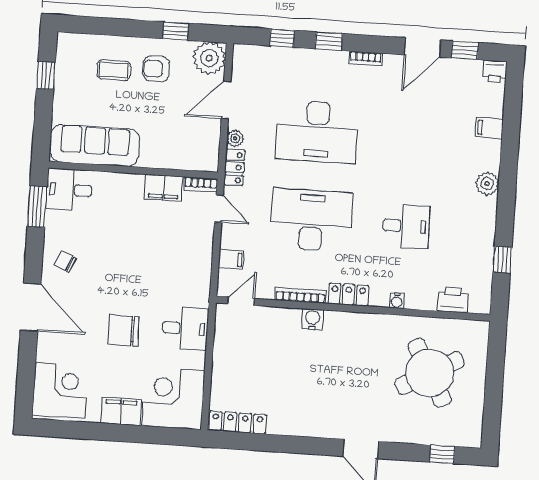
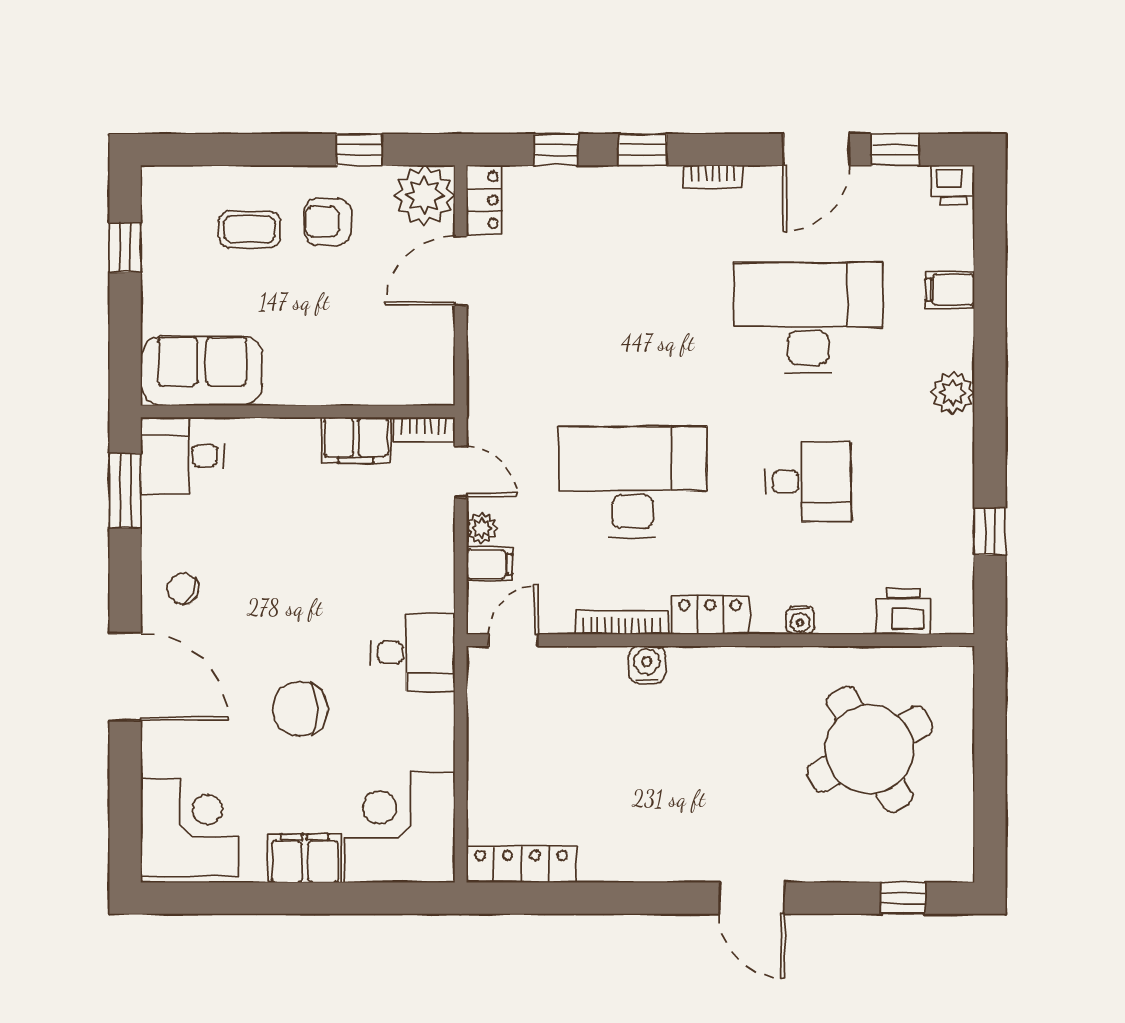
desk: (317, 132) -> (808, 318), moved, turned 180
plant: (235, 138) -> (482, 528), moved
sofa: (95, 145) -> (202, 371), width x0.73
locker: (234, 167) -> (484, 200), moved
desk: (185, 328) -> (413, 653), moved

